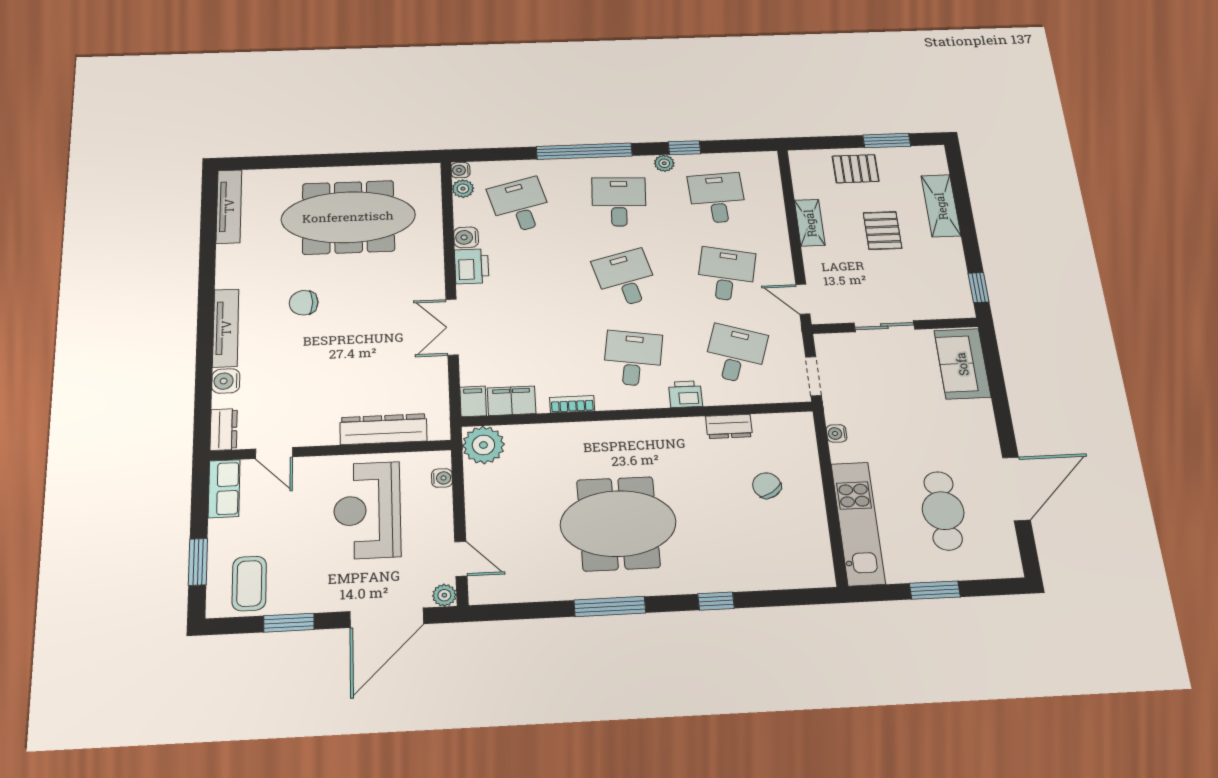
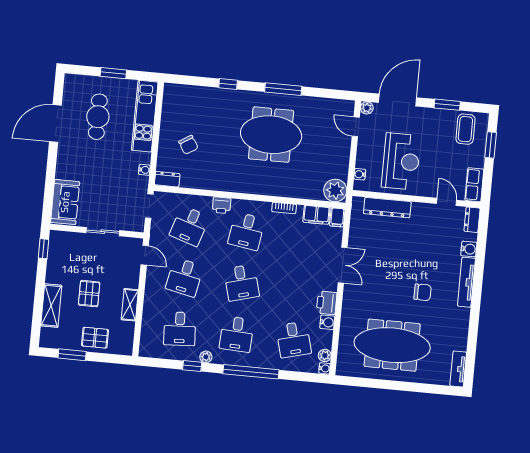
tv unit: (229, 206) -> (458, 369), width x0.71
dresser: (729, 426) -> (167, 179), moved

